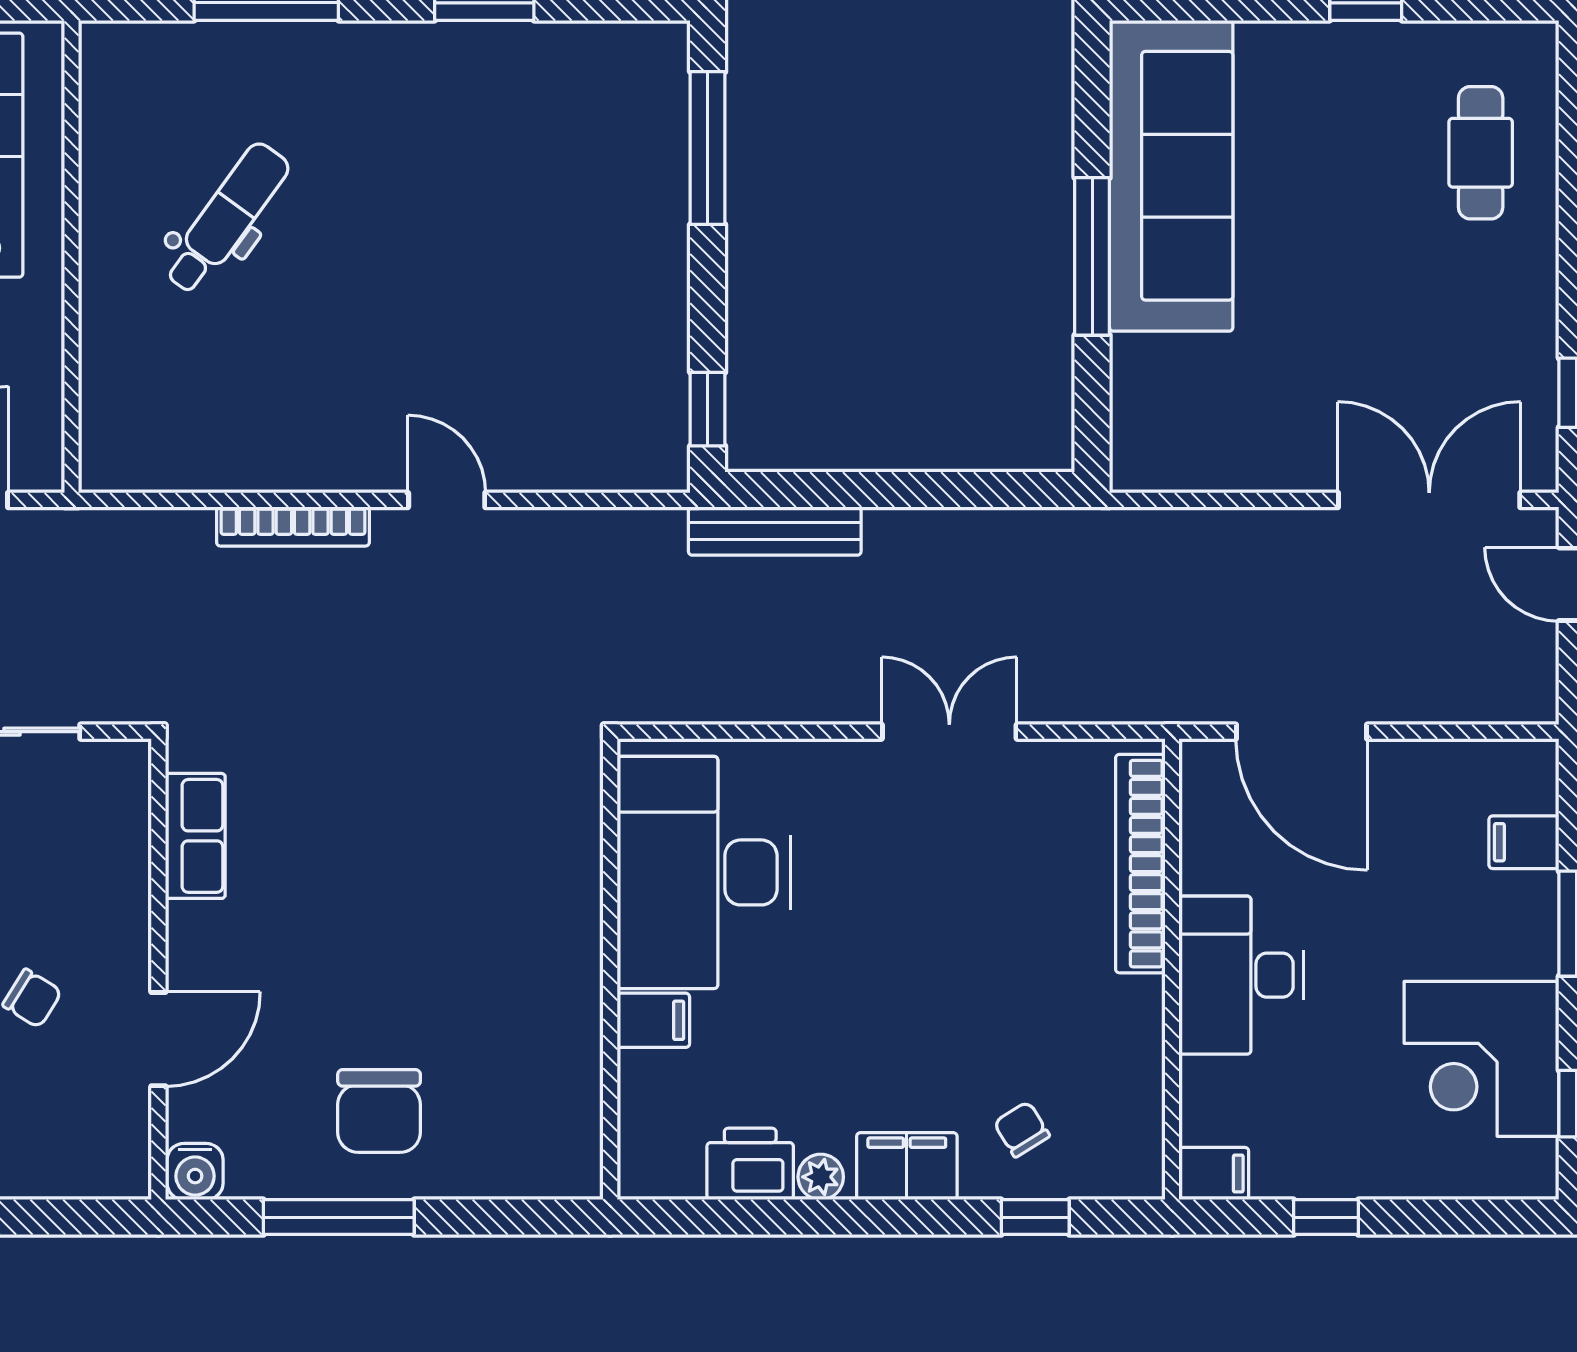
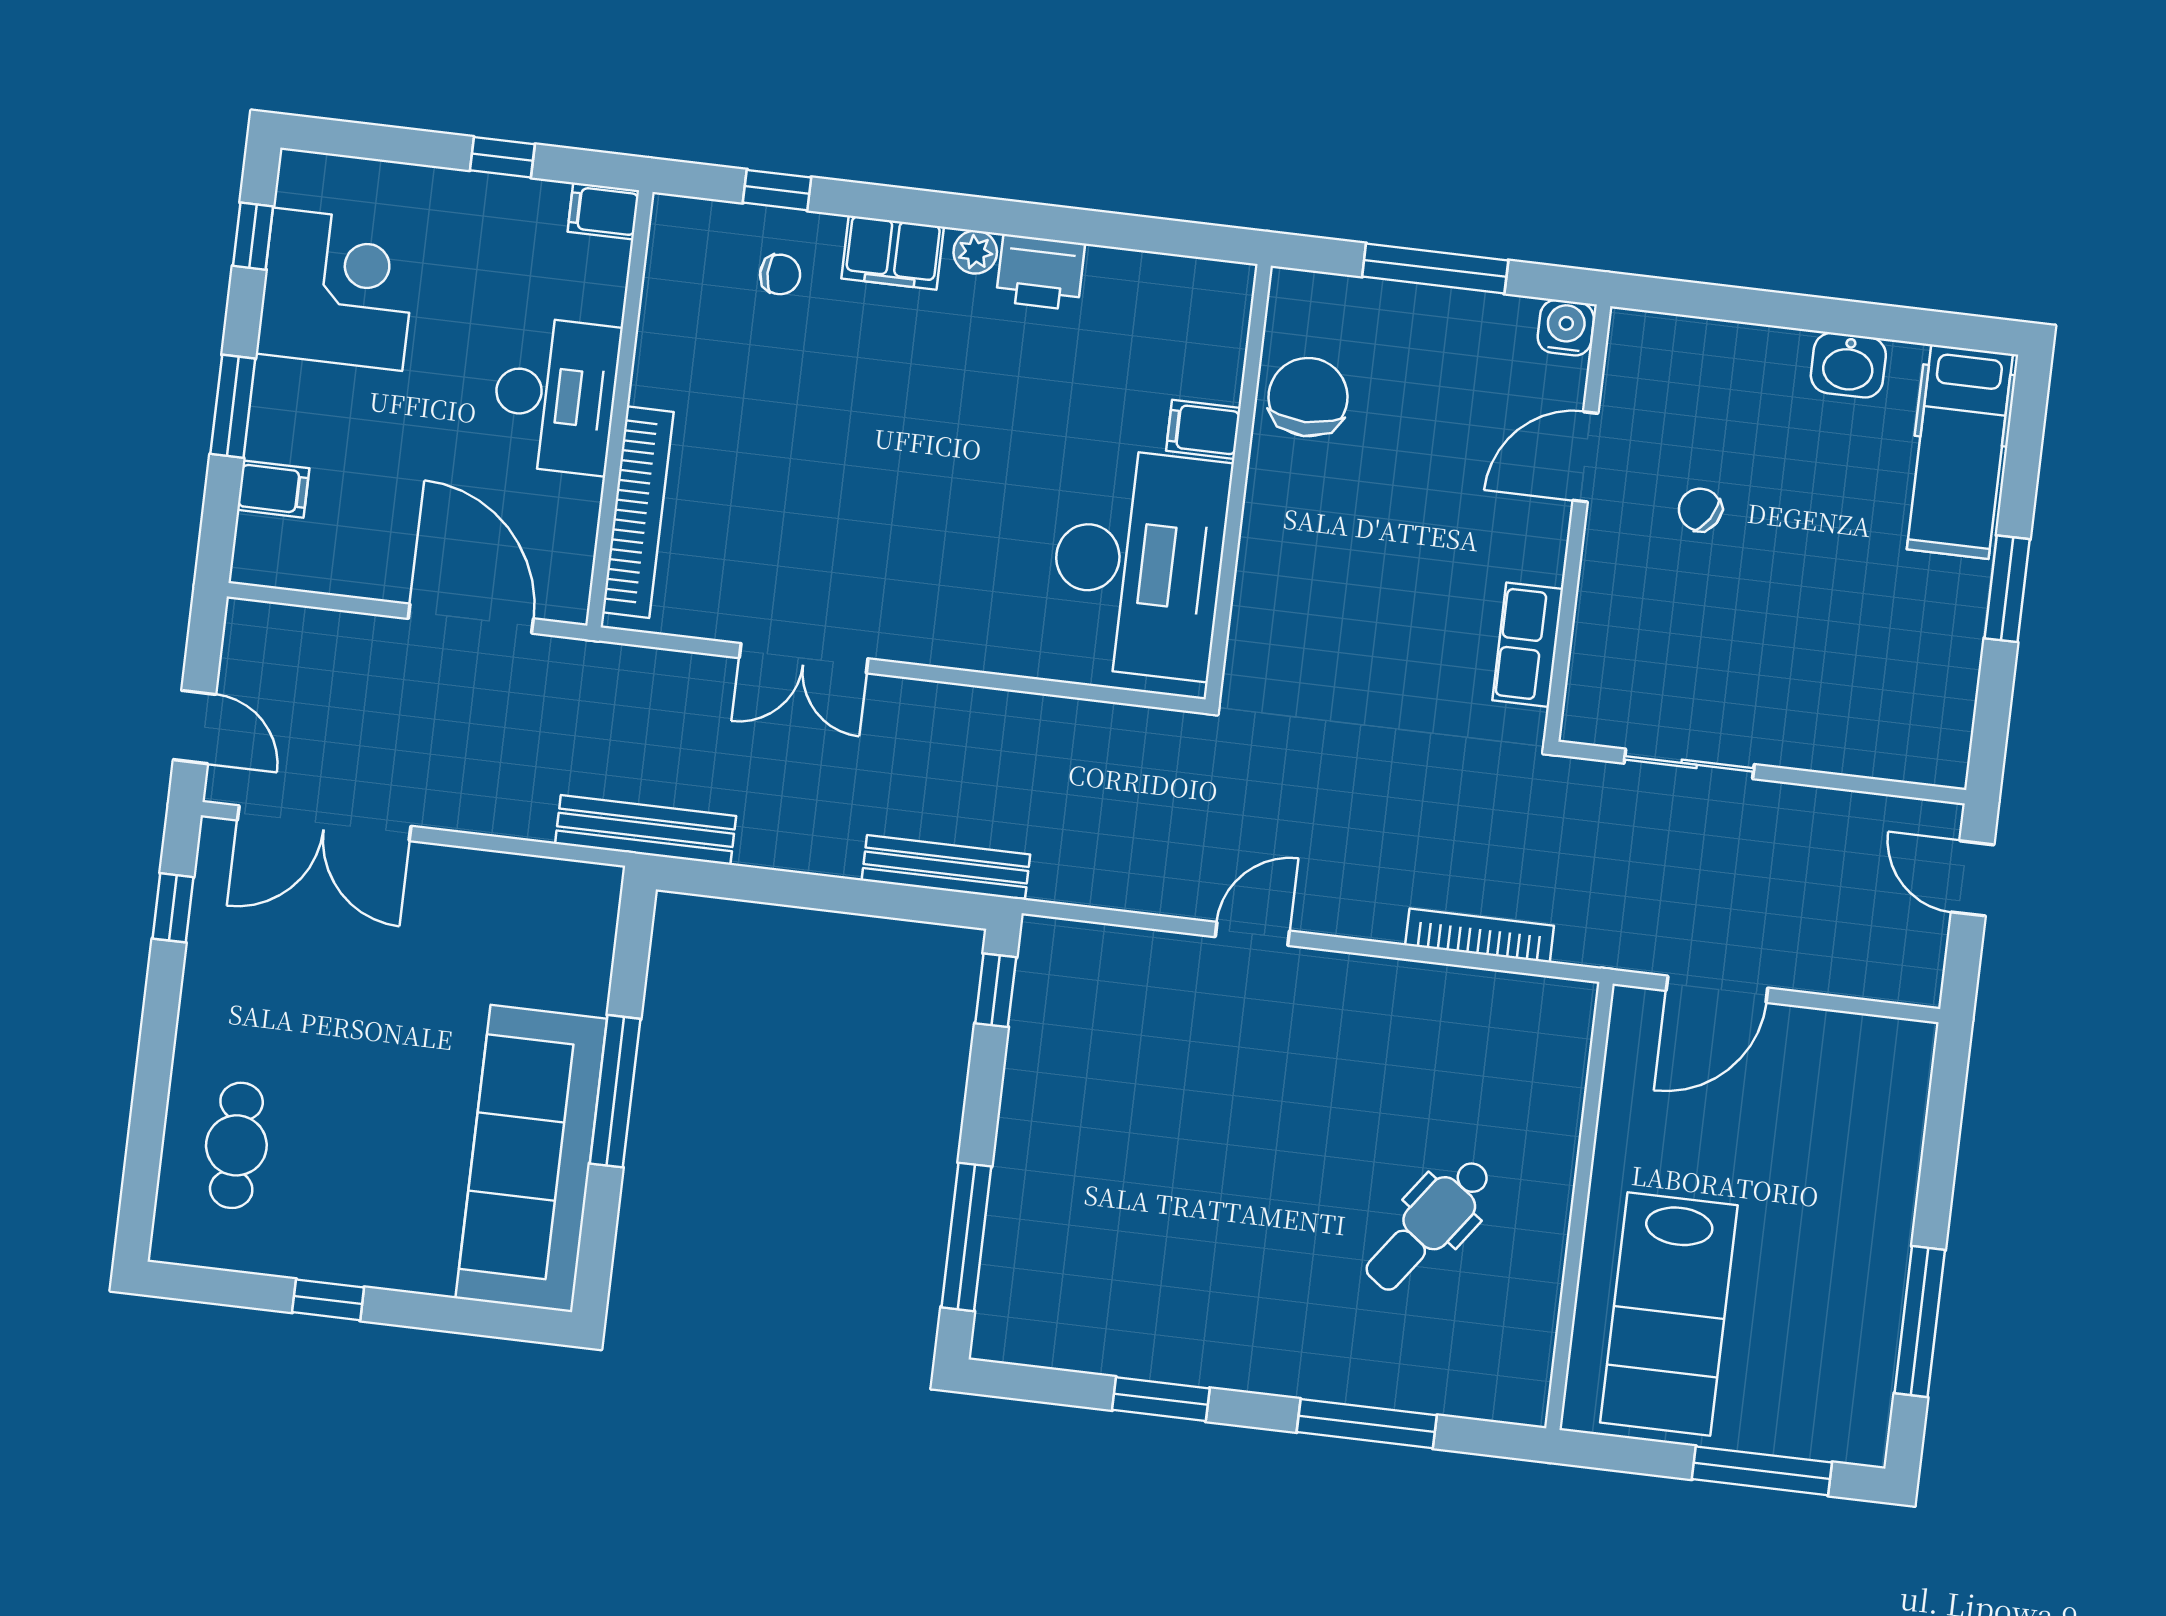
door: (447, 500) -> (1252, 934), swing flipped
bookcase: (293, 526) -> (1480, 936), moved
bench: (1093, 533) -> (646, 830), added
desk: (704, 872) -> (1139, 563), moved
wall: (610, 969) -> (1238, 483), moved
filing cabinet: (653, 1020) -> (1203, 429), moved
chair: (379, 1111) -> (1308, 397), moved
chair: (1022, 1129) -> (780, 274), turned -58

